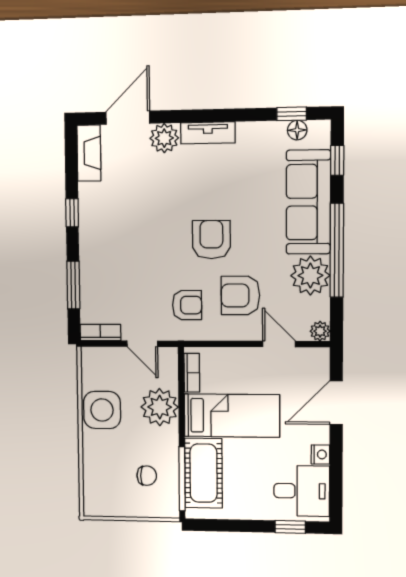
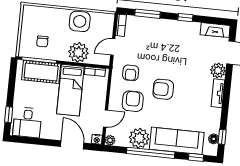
armchair: (211, 240) -> (163, 89), turned 180
nightstand: (320, 454) -> (97, 139), moved

